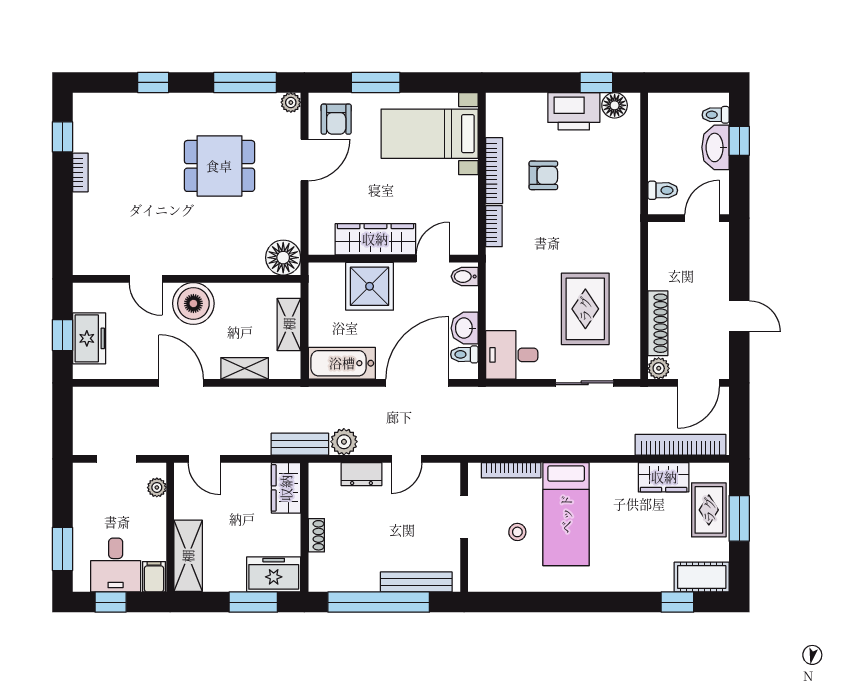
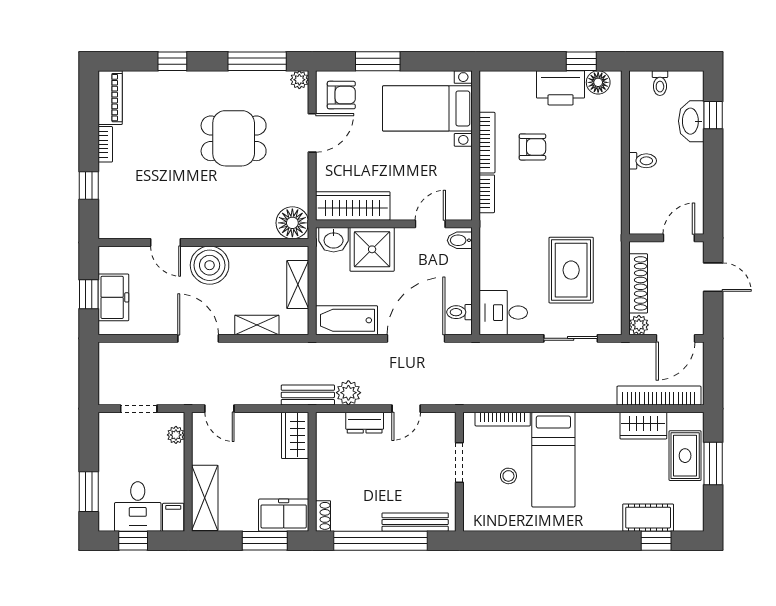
toilet: (716, 115) -> (660, 83), moved, turned -90
armchair: (336, 119) -> (341, 95), turned -90
piano: (86, 122) -> (110, 98), added
window: (62, 137) -> (89, 186), moved
wall: (688, 218) -> (666, 238), moved
door: (702, 218) -> (679, 238), moved
wardrobe: (375, 239) -> (353, 206), moved
washbasin: (465, 328) -> (334, 240), moved, turned -90
shoe rack: (316, 535) -> (323, 516), moved
cot: (702, 577) -> (648, 518), moved

